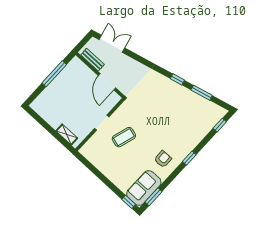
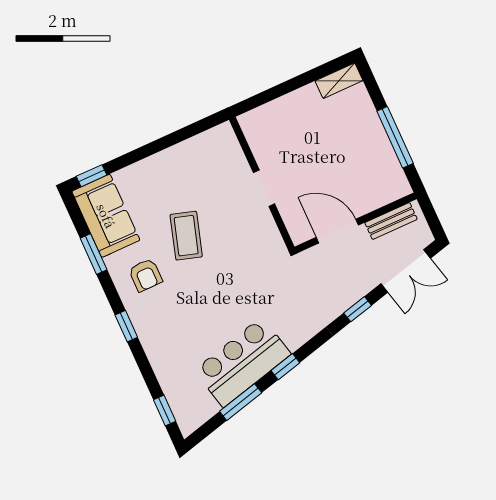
window: (138, 58) -> (358, 309), added
bar counter: (183, 99) -> (242, 362), added
shelving: (67, 134) -> (339, 81), moved
coffee table: (124, 137) -> (186, 236), moved
window: (153, 197) -> (94, 254), moved

